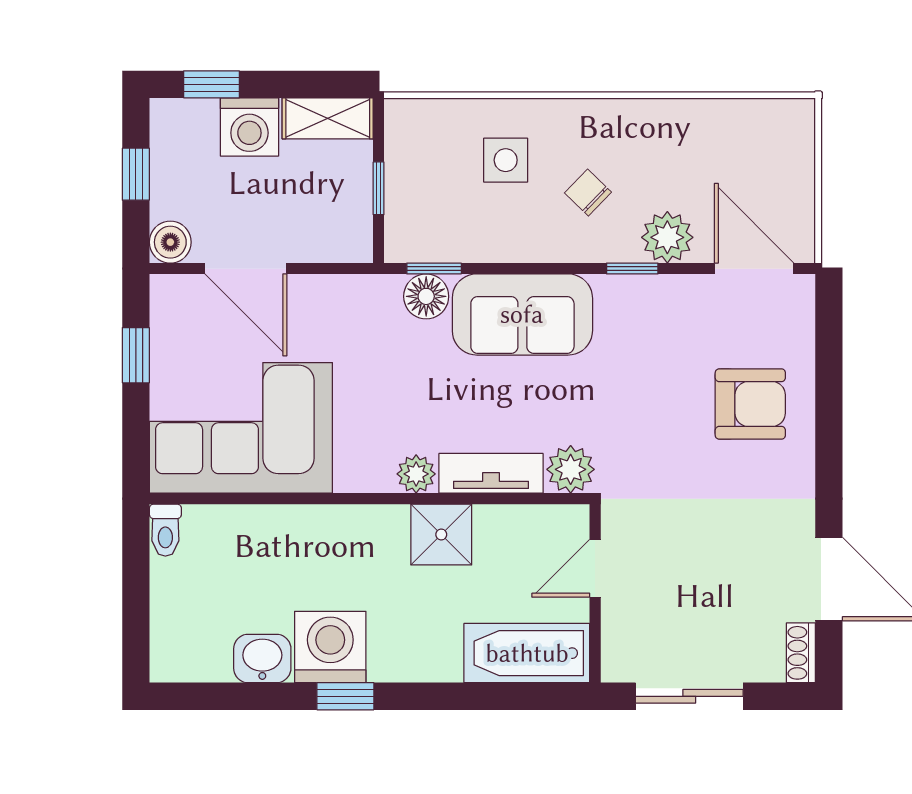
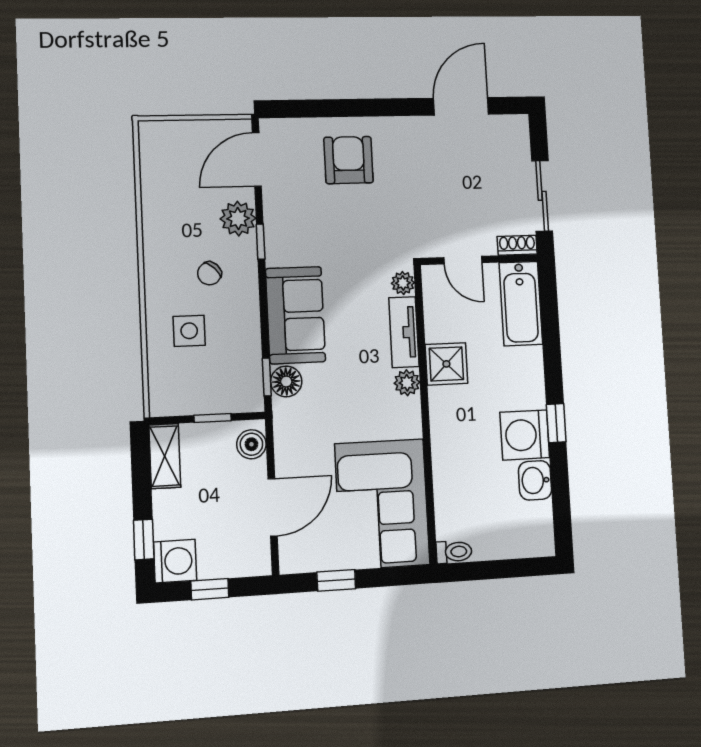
washing machine: (249, 127) -> (175, 561), moved
boiler: (170, 242) -> (251, 444), moved
plant: (571, 469) -> (403, 283), width x0.73, depth x0.73
shoe rack: (801, 653) -> (517, 245), moved, turned 180

